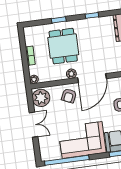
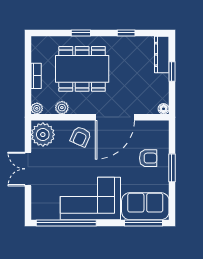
dining table: (63, 46) -> (82, 69), width x1.38
plant: (71, 74) -> (62, 108), moved
double door: (33, 125) -> (28, 169), swing flipped

